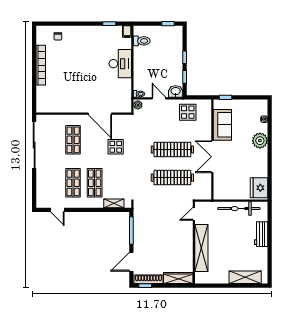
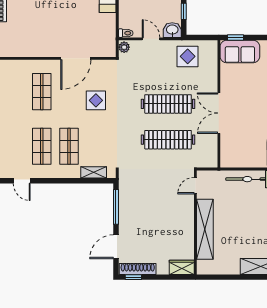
door: (100, 114) -> (76, 58), hinge flipped
sofa: (222, 125) -> (240, 52), moved, turned 90
wardrobe: (178, 278) -> (182, 267), width x0.67

